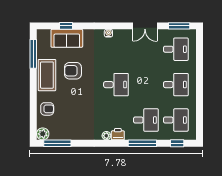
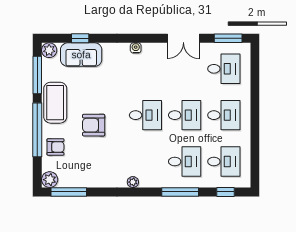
plant: (42, 35) -> (49, 50), added
armchair: (73, 71) -> (94, 125), moved
desk: (146, 85) -> (185, 115), added
window: (33, 96) -> (37, 130), added
printer: (118, 134) -> (148, 180), removed

